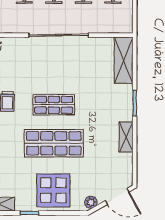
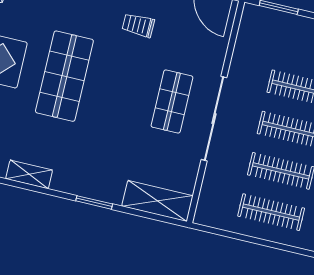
shop shelf: (54, 105) -> (172, 102), moved
shelving: (126, 137) -> (29, 174), moved

